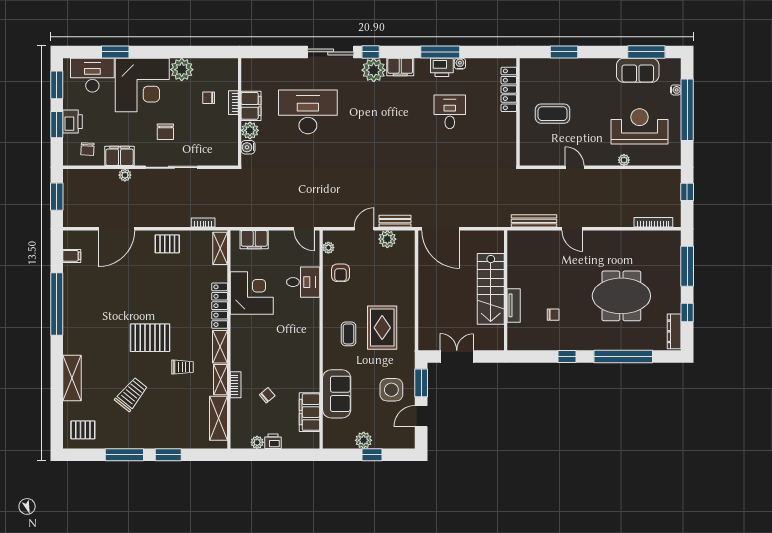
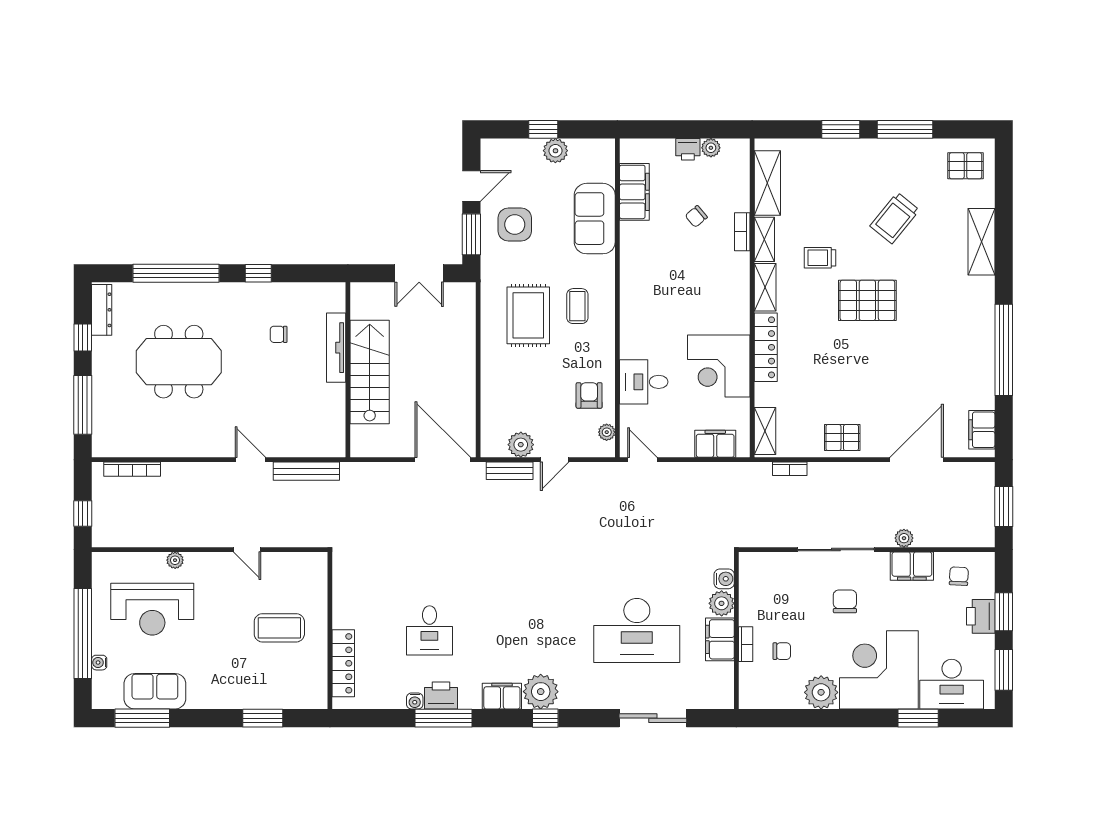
sliding door: (331, 52) -> (653, 718), moved
filing cabinet: (72, 256) -> (982, 430), width x2.00
tv unit: (514, 305) -> (336, 348), width x1.41

